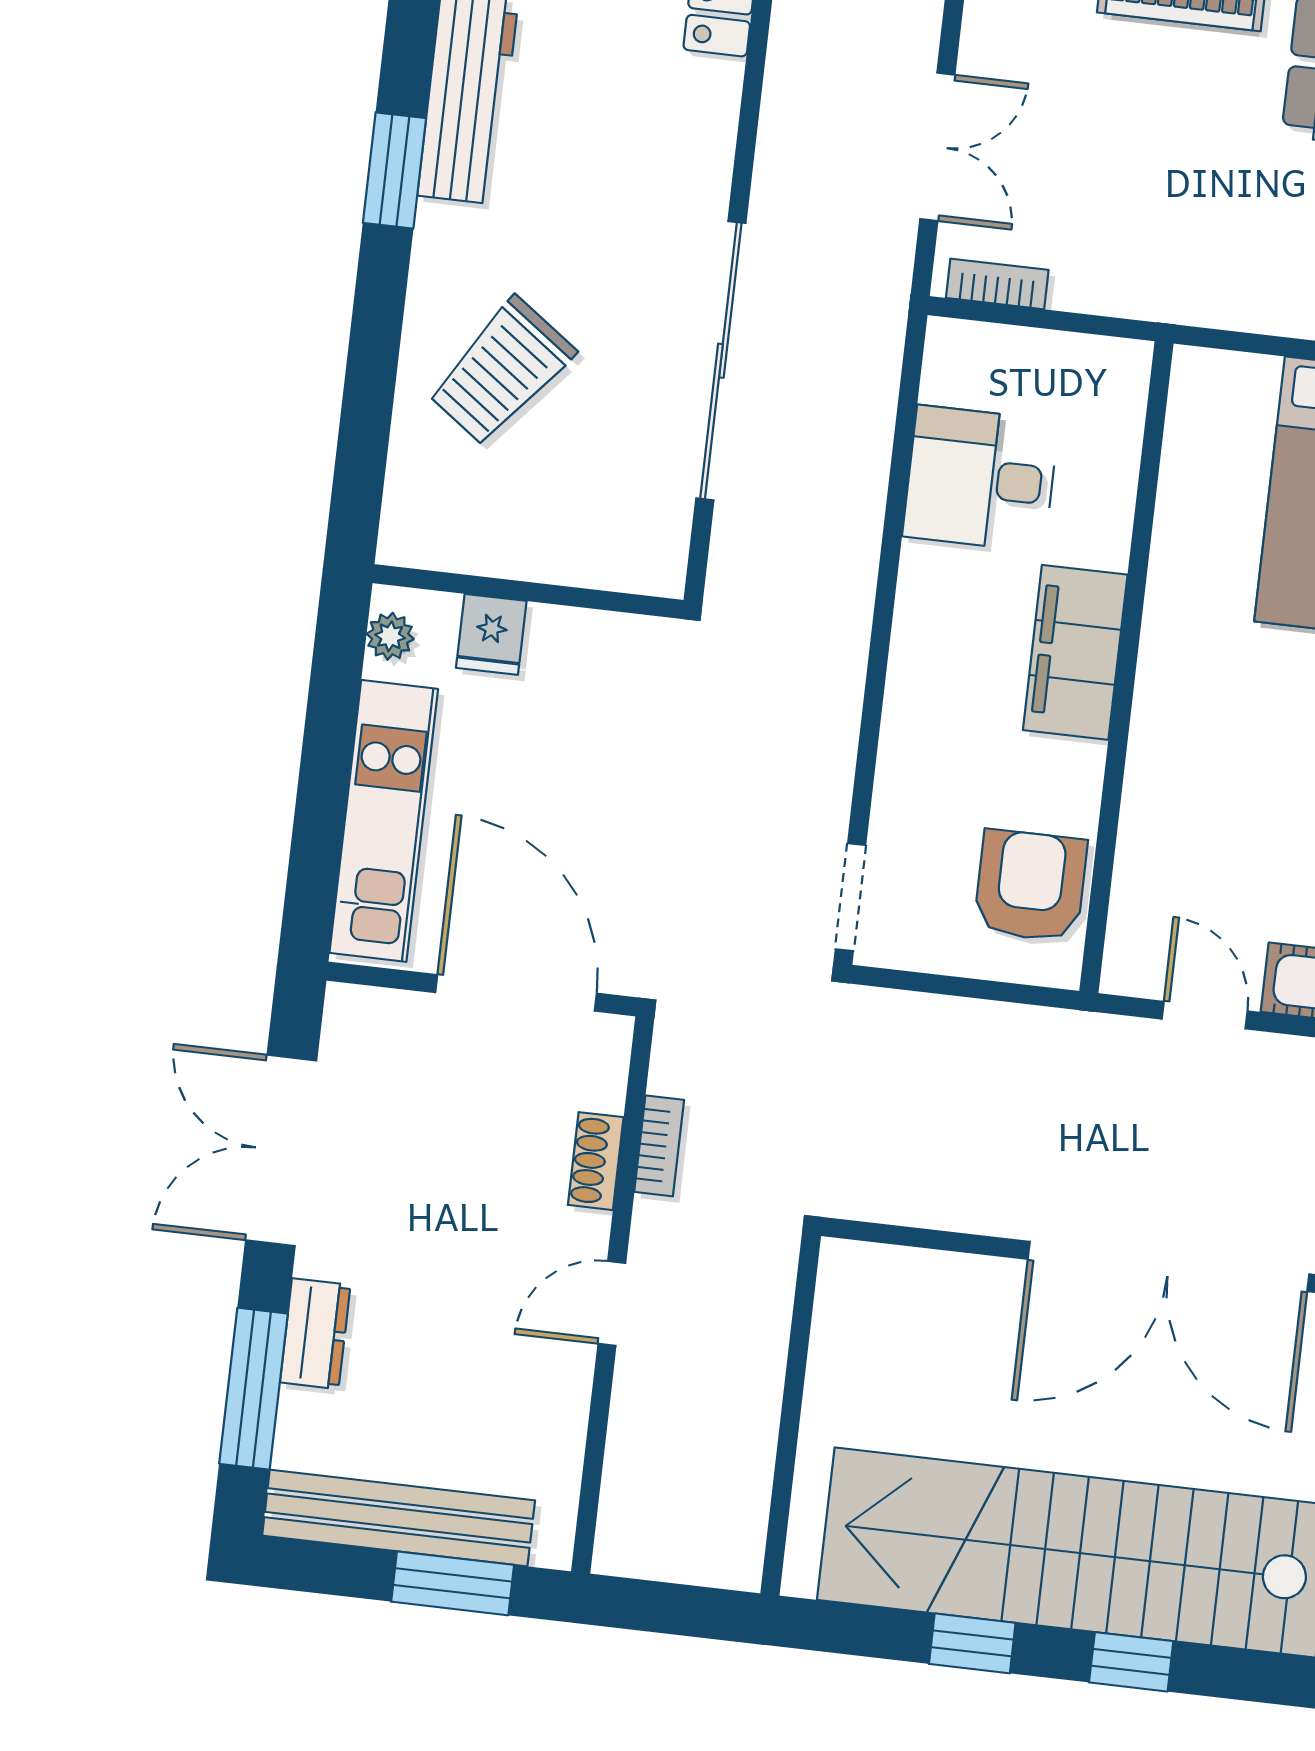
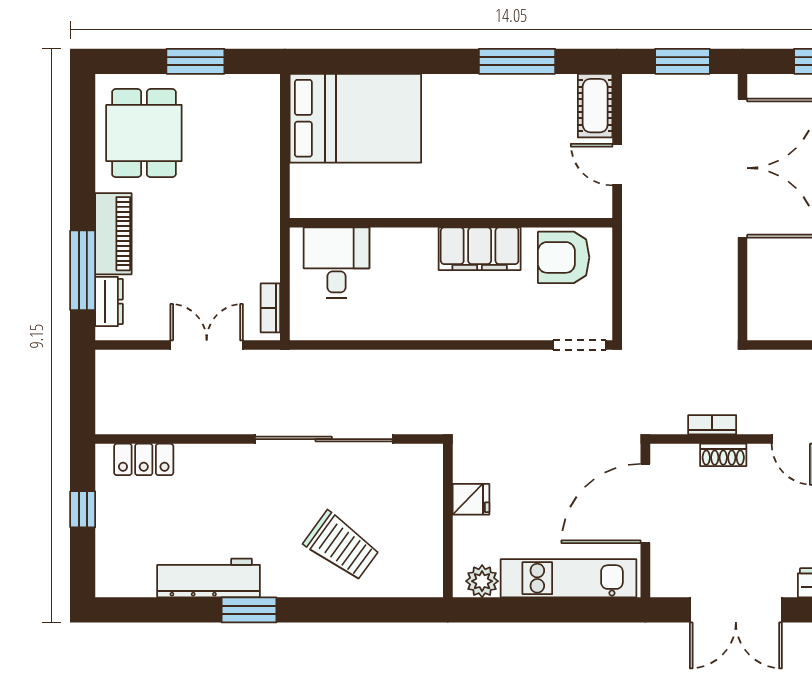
desk: (981, 479) -> (337, 263), moved, turned 180
fridge: (491, 634) -> (471, 499), moved
plant: (390, 636) -> (482, 581), width x1.38, depth x1.38
filing cabinet: (1075, 652) -> (480, 249), moved
door: (1205, 1015) -> (617, 165), hinge flipped

